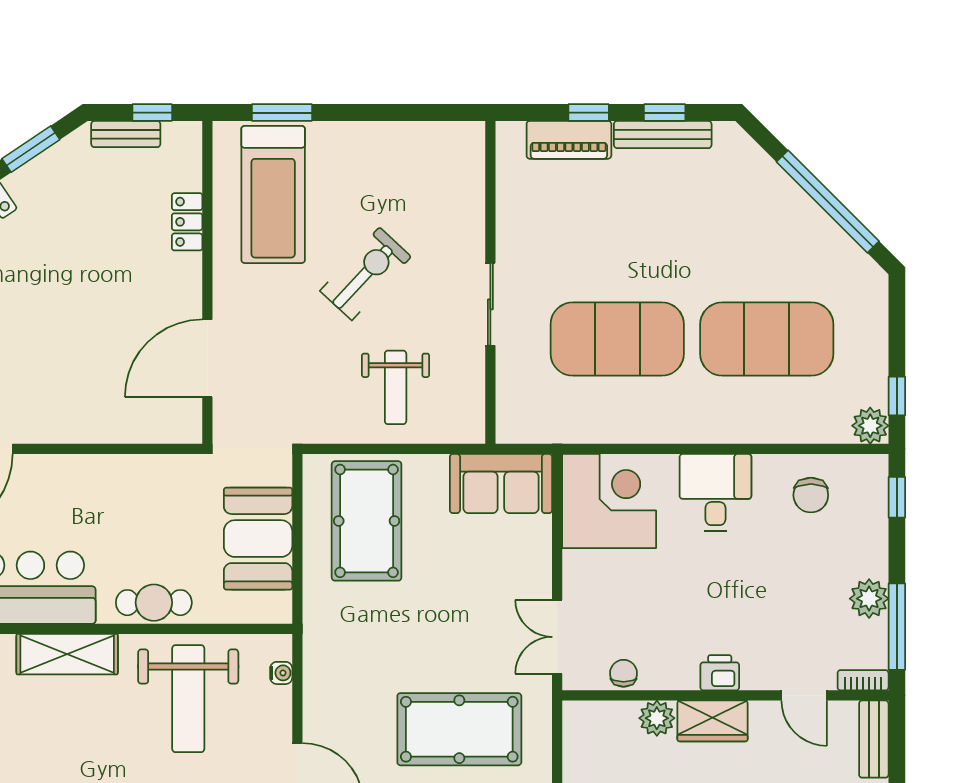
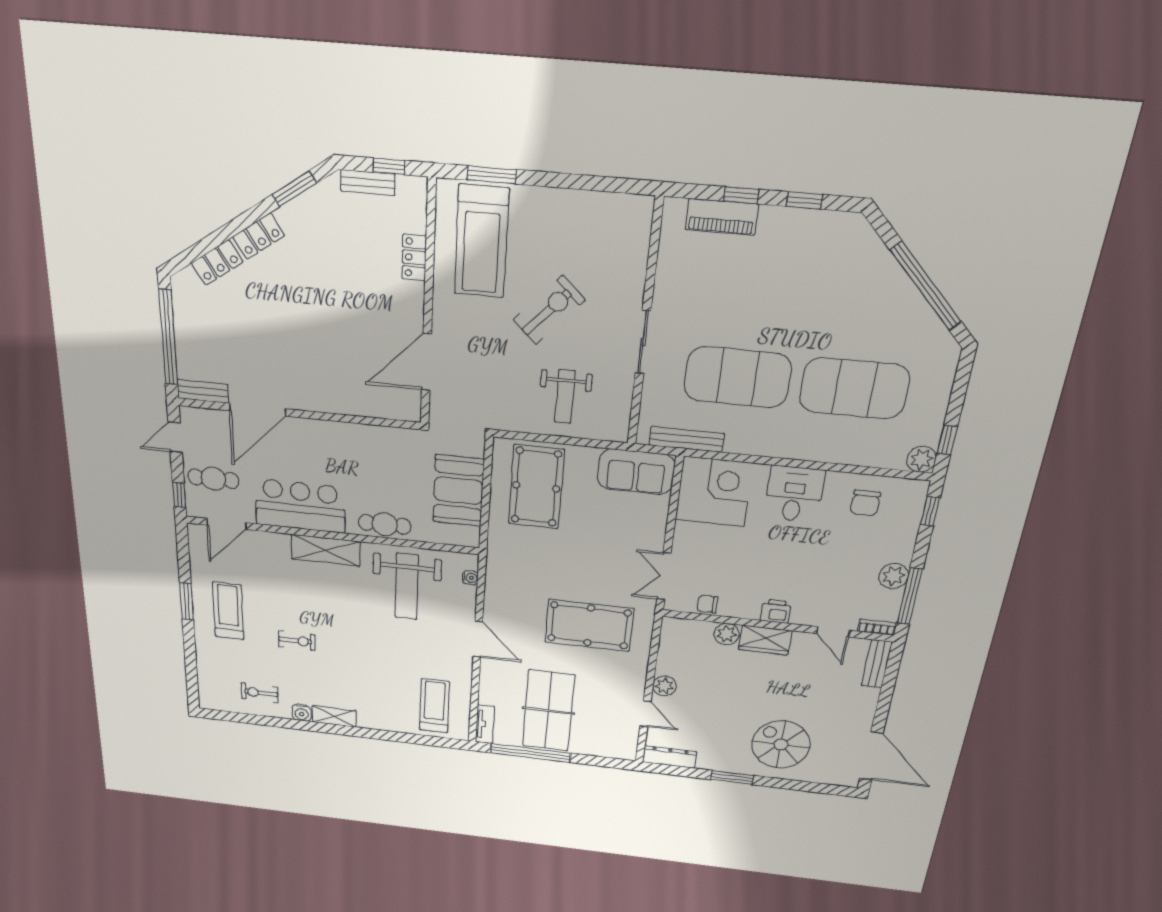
bench: (663, 135) -> (686, 439), moved
chair: (624, 673) -> (708, 604), turned -90

